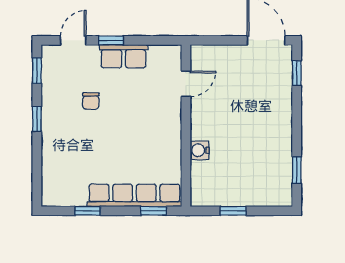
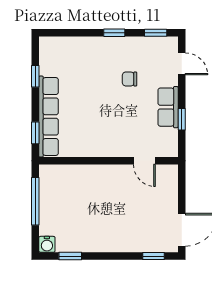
window: (111, 40) -> (182, 119), moved
water cooler: (200, 150) -> (47, 244), moved, turned 180
window: (233, 211) -> (35, 201), width x2.17

